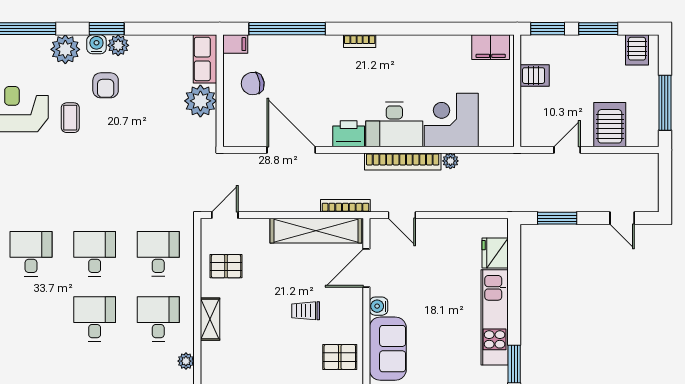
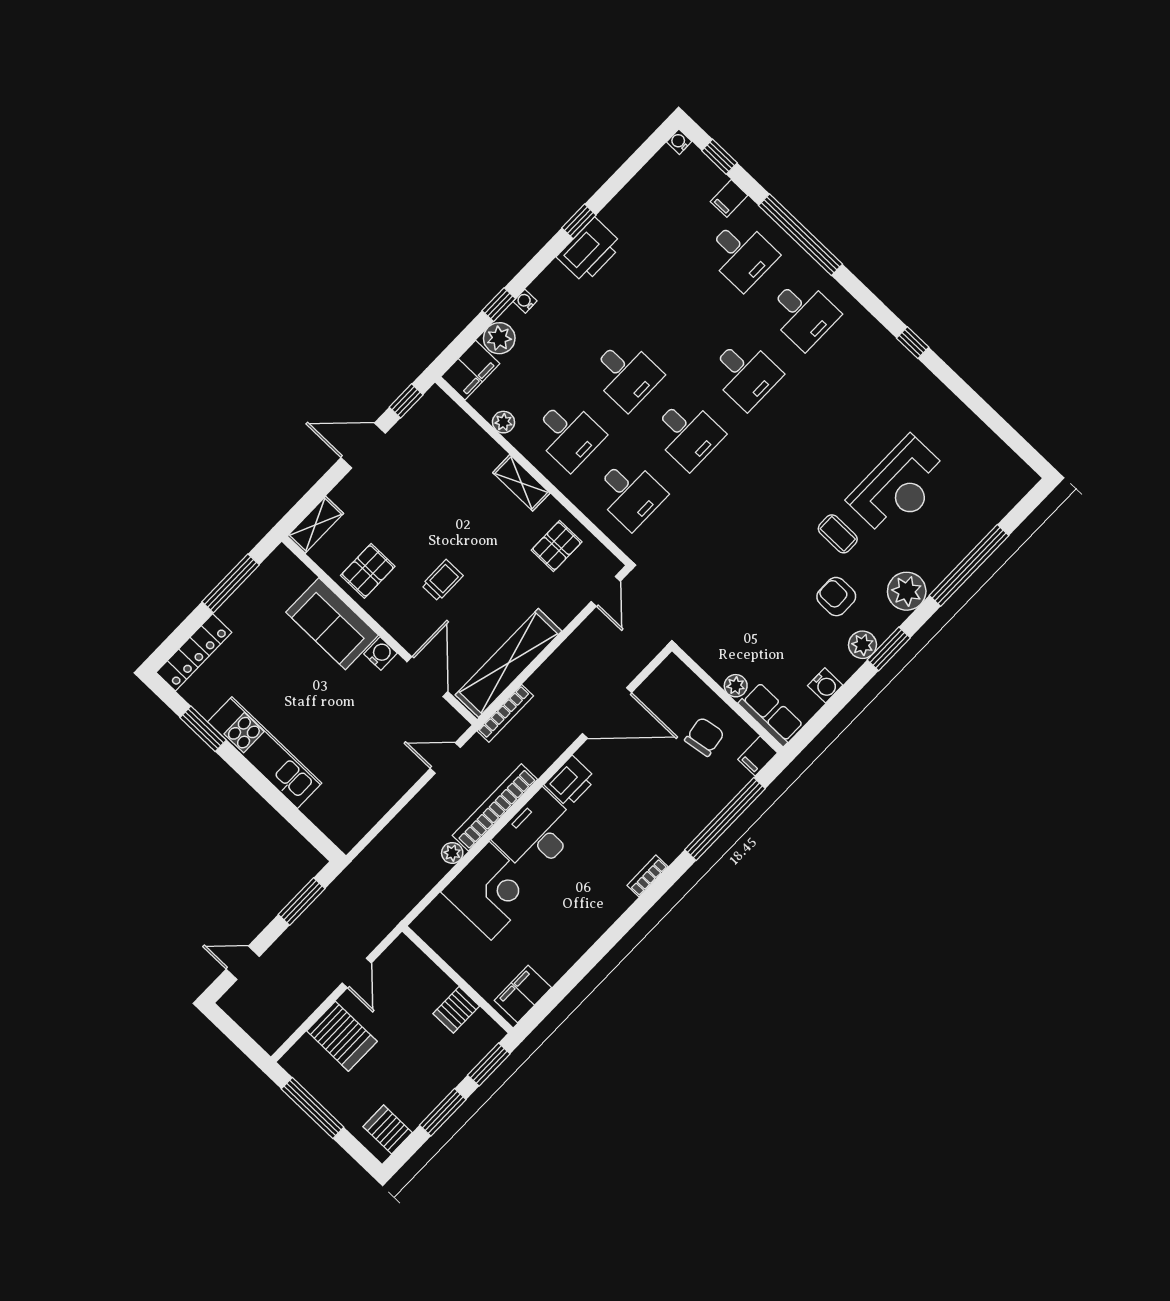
water cooler: (96, 44) -> (825, 685), moved
plant: (200, 101) -> (736, 686), width x0.53, depth x0.53
fridge: (495, 253) -> (325, 812), removed

